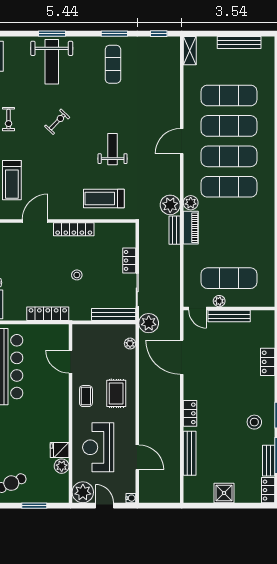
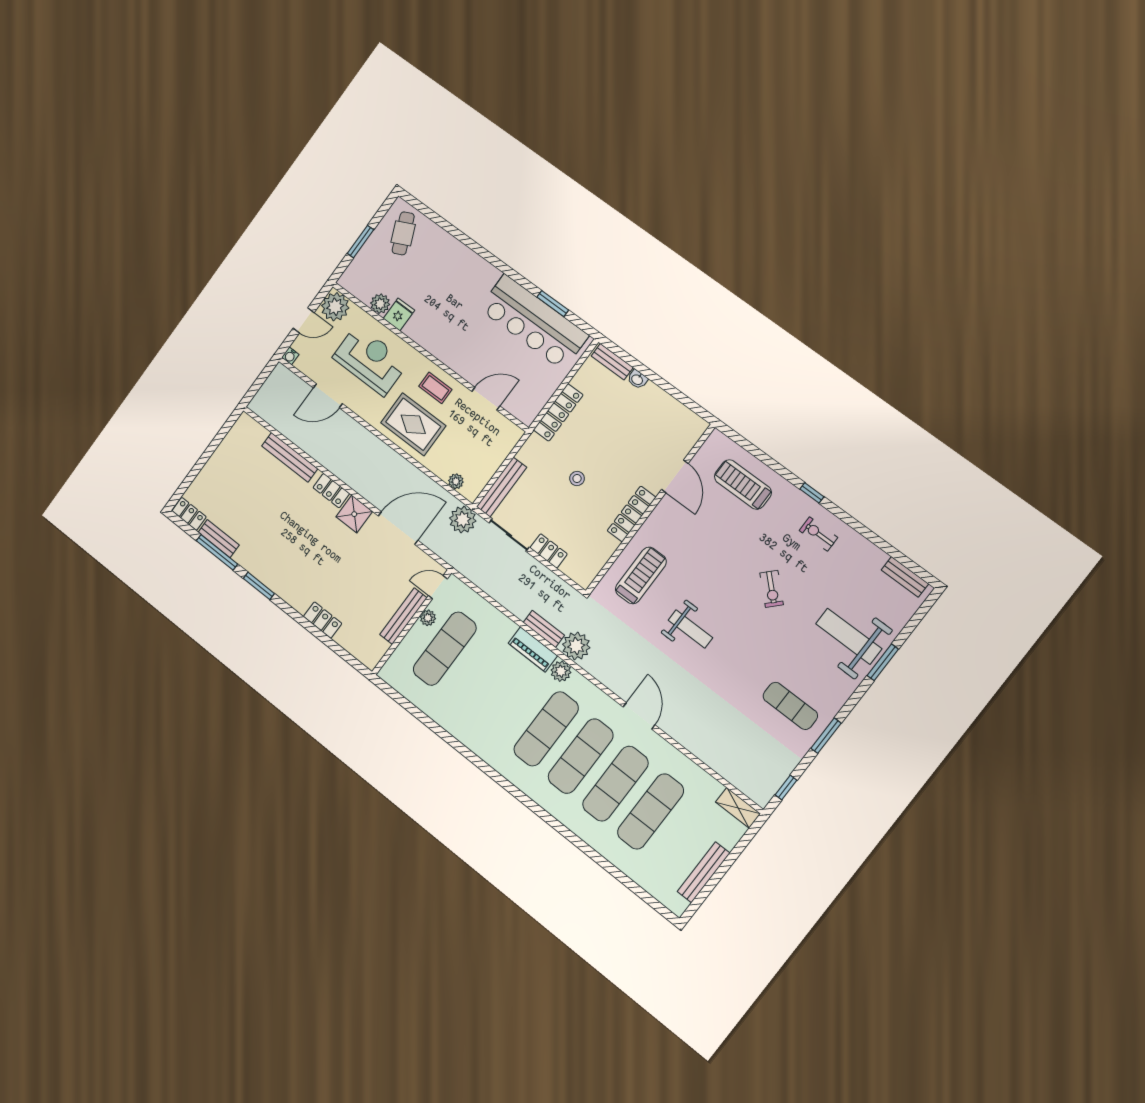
rug: (116, 393) -> (413, 424), width x1.36, depth x1.43
stool: (254, 422) -> (270, 555), removed
shower: (224, 493) -> (354, 514), moved

